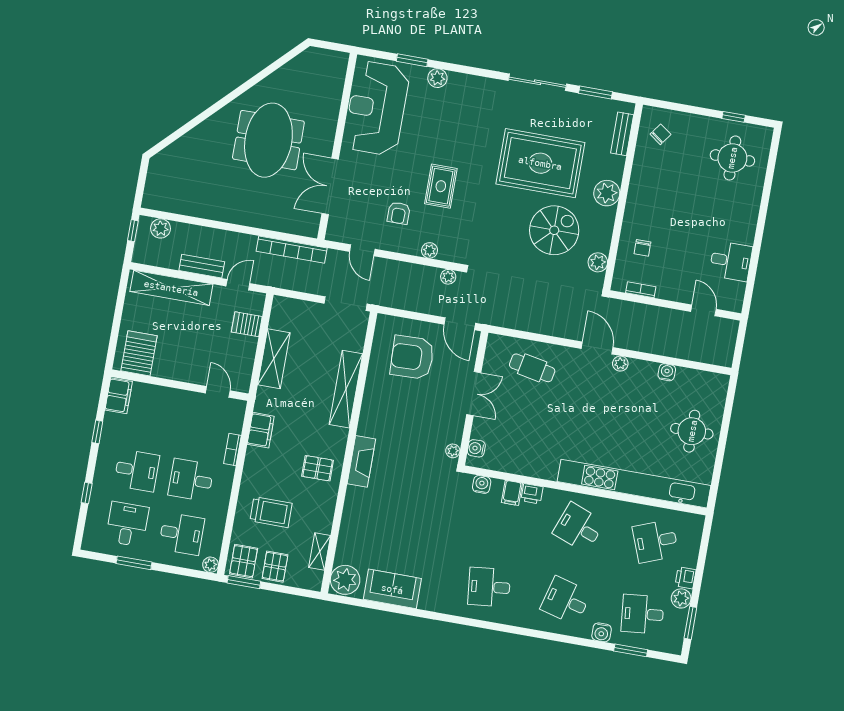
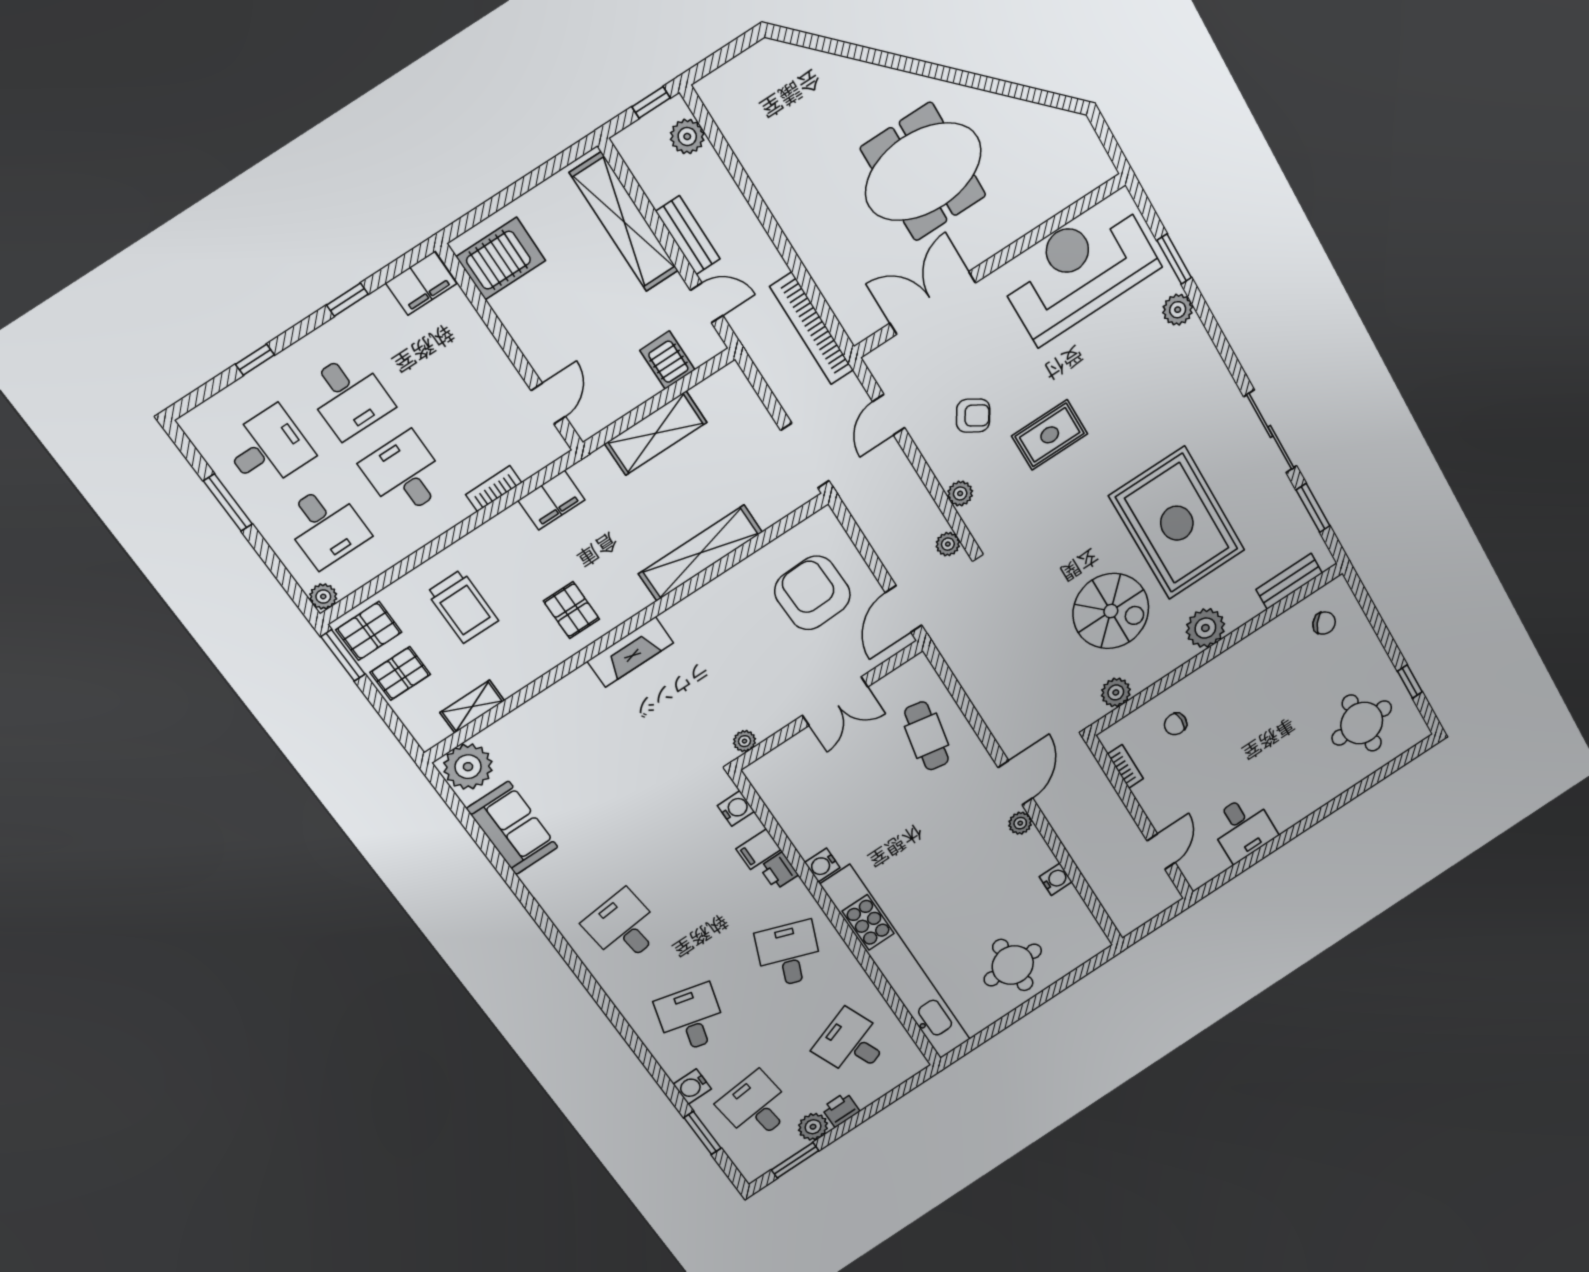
armchair: (399, 213) -> (973, 416), turned -148
water cooler: (476, 448) -> (822, 865), moved, turned -90

